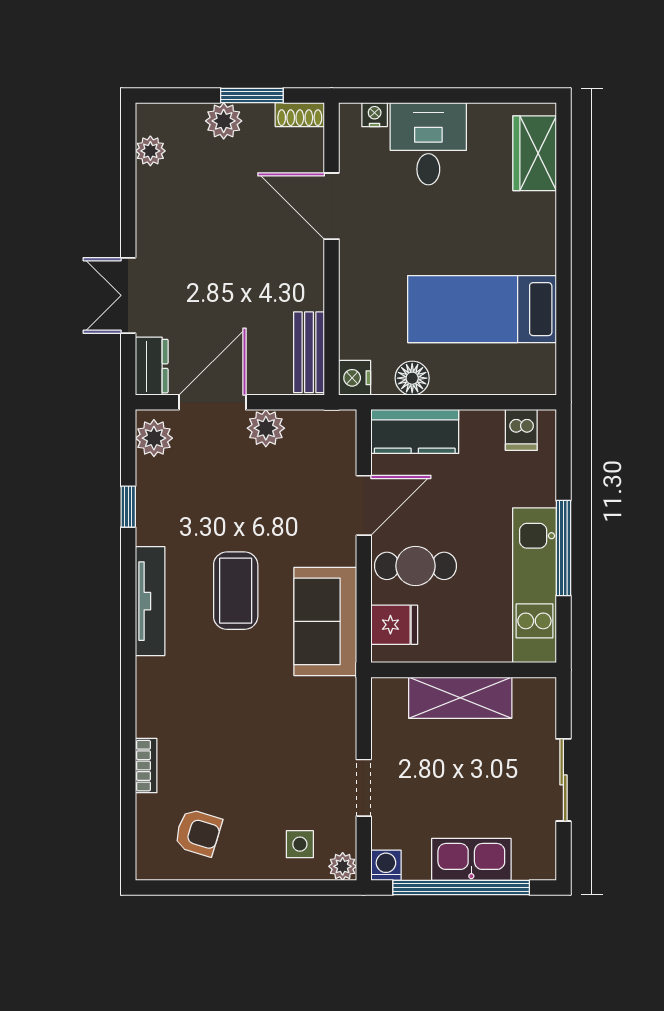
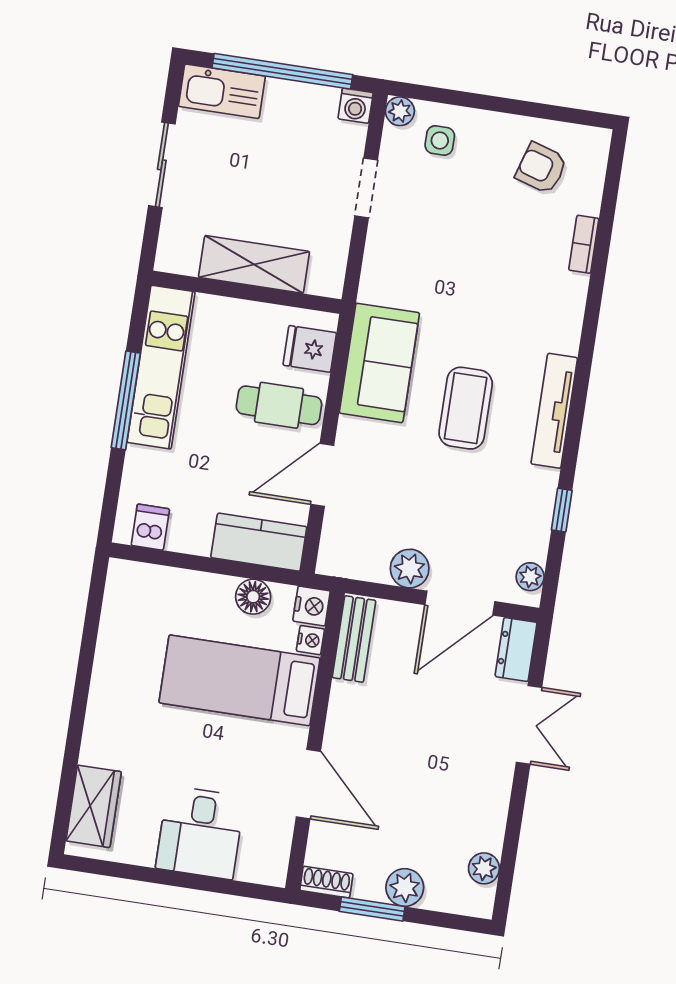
nightstand: (375, 115) -> (310, 640), moved, turned -90
bed: (482, 309) -> (239, 680), moved, turned 180
plant: (154, 438) -> (530, 577), width x0.73, depth x0.73
kitchen sink: (471, 859) -> (222, 91), moved

